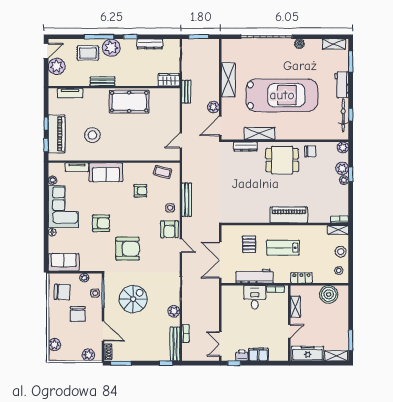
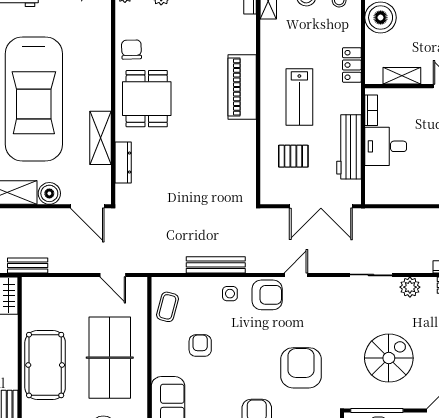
car: (282, 95) -> (34, 99), turned 180
boiler: (228, 104) -> (49, 193), added
plant: (213, 107) -> (54, 218), removed
table tennis table: (133, 139) -> (110, 358), added
spiral stairs: (133, 299) -> (389, 358), turned 90

